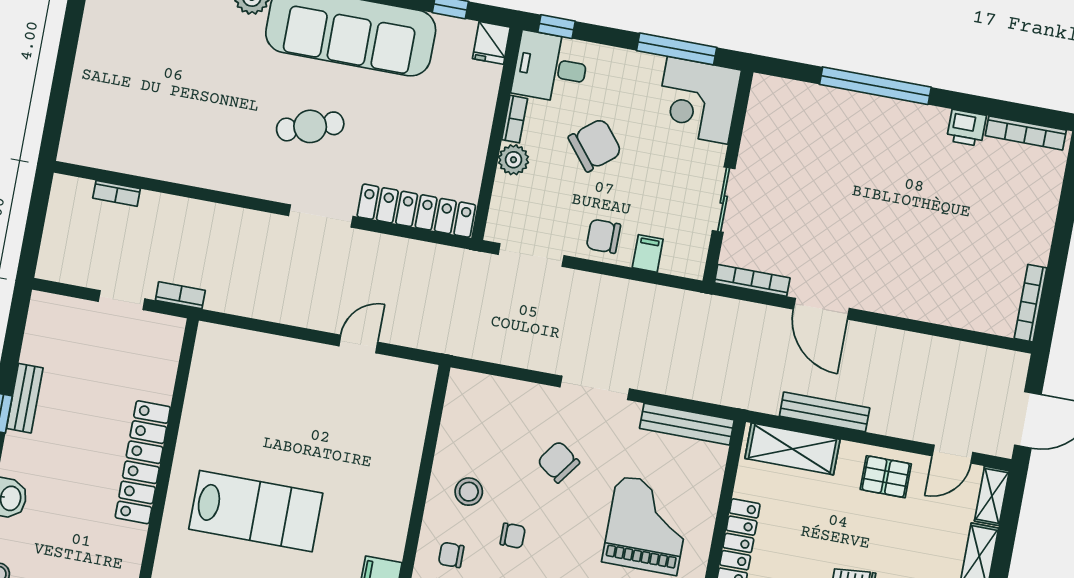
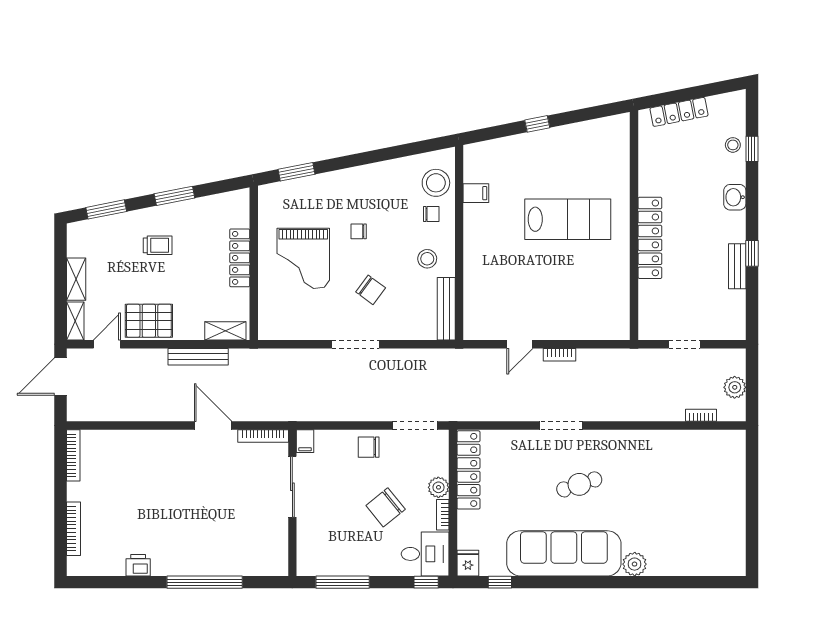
corner desk: (698, 100) -> (322, 550), removed
bookcase: (1026, 133) -> (73, 529), moved, turned 90
sliding door: (724, 200) -> (292, 487), width x1.37
locker: (416, 211) -> (468, 470), moved, turned -90
plant: (61, 225) -> (735, 387), added
chair: (603, 236) -> (369, 447), turned 180
filing cabinet: (648, 253) -> (305, 441), moved
bookcase: (180, 295) -> (559, 355), moved
bench: (687, 424) -> (446, 309), moved, turned 90
shelving: (792, 449) -> (225, 331), width x0.67, depth x0.75
pallet: (886, 477) -> (149, 321), width x1.50, depth x1.42
lab bench: (256, 511) -> (568, 219), turned 180
chair: (513, 536) -> (359, 231), moved

